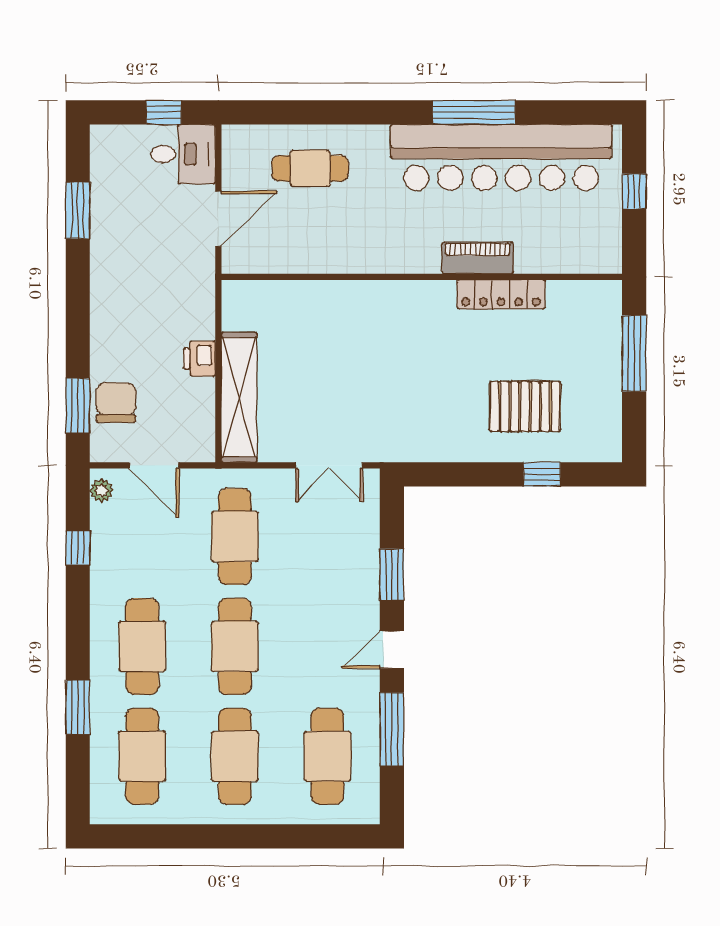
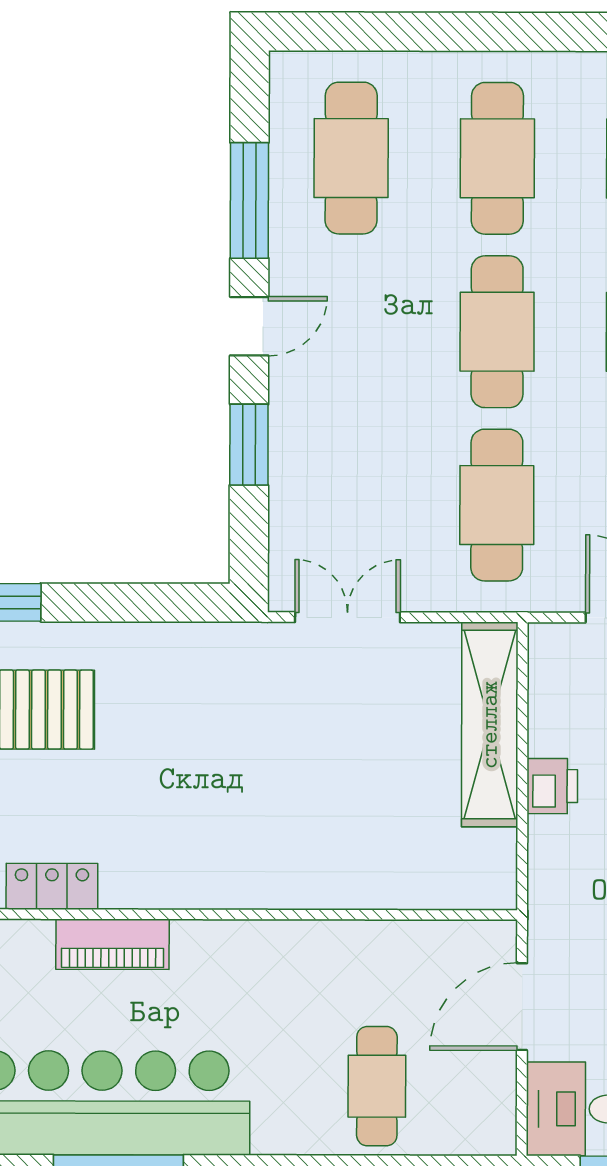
cafe table: (310, 168) -> (377, 1086), turned 90
locker: (501, 295) -> (52, 886), width x0.66

